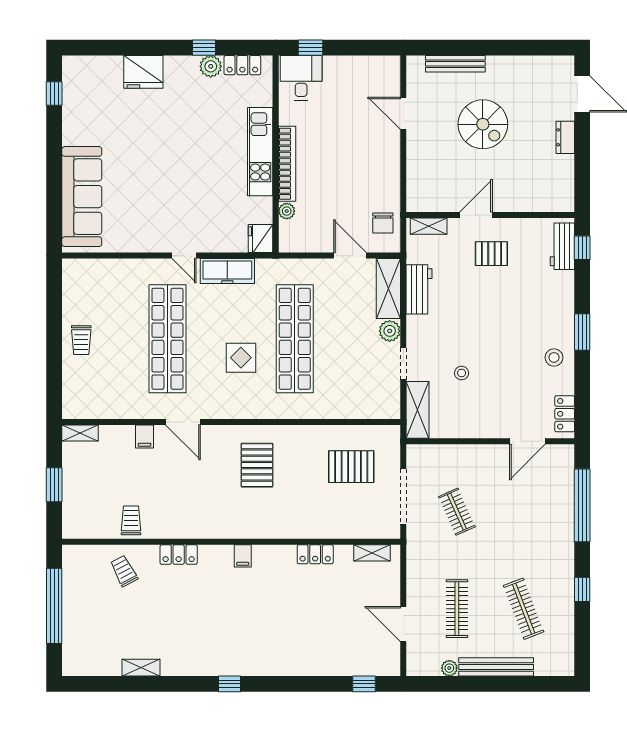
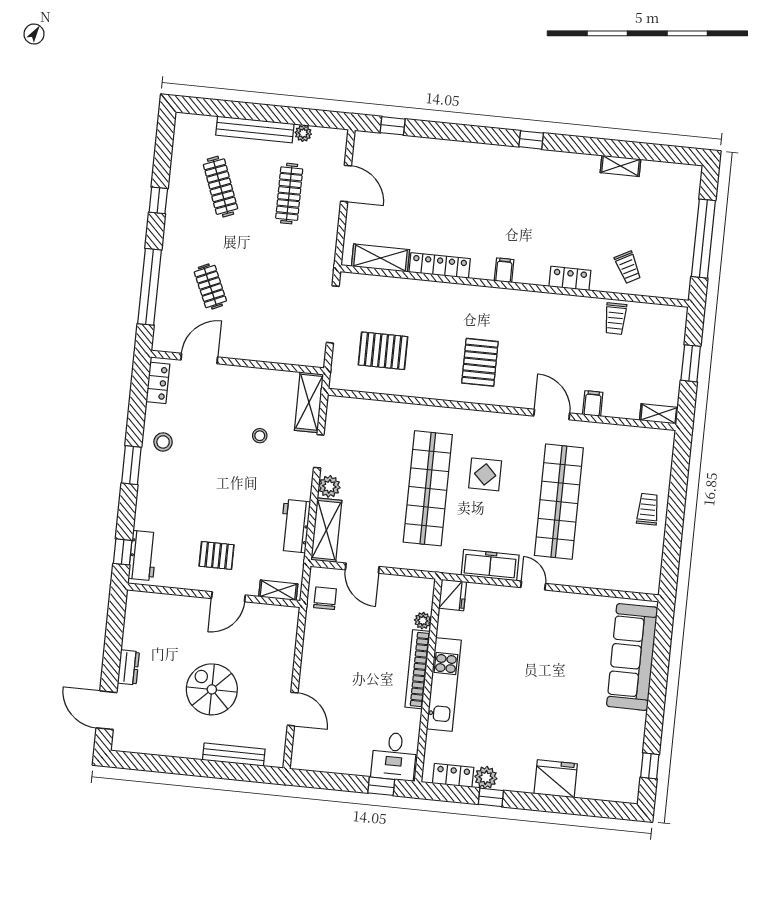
clothes rail: (457, 512) -> (210, 286), moved
shelving: (372, 553) -> (380, 258), width x1.50, depth x1.33
locker: (315, 554) -> (440, 265), width x1.53

